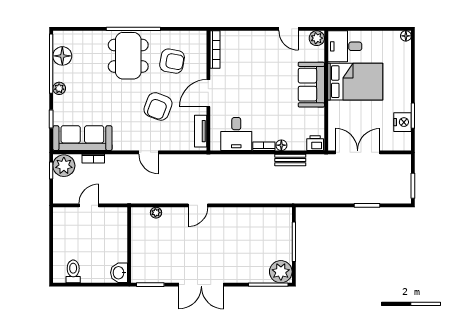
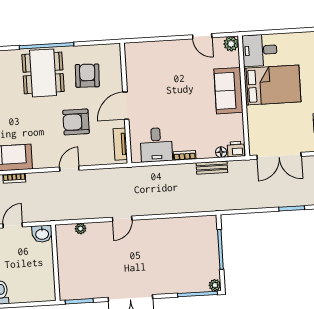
bookcase: (215, 50) -> (130, 61), removed
armchair: (172, 61) -> (87, 76), turned -98
armchair: (158, 106) -> (76, 122), turned 69
floor lamp: (281, 145) -> (221, 152), moved
door: (149, 152) -> (69, 169), swing flipped
double door: (358, 152) -> (279, 156), swing flipped
plant: (281, 272) -> (215, 285), width x0.53, depth x0.53
washbasin: (119, 273) -> (42, 234), moved, turned -90

